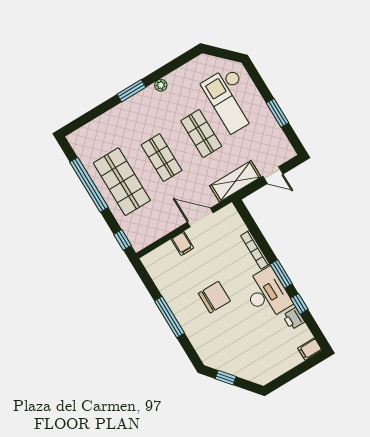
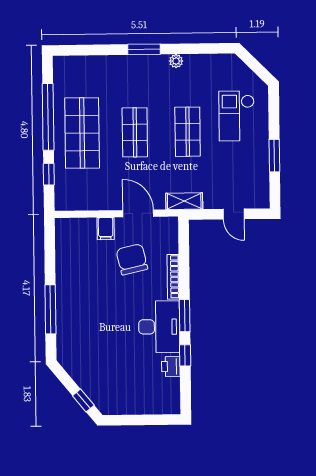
checkout: (231, 100) -> (237, 116), width x0.73, depth x0.83
shelving: (235, 181) -> (184, 201), width x0.67, depth x0.75
window: (123, 240) -> (49, 174), moved
chair: (214, 297) -> (132, 259), moved, turned -103
window: (169, 317) -> (50, 309), moved
filing cabinet: (310, 349) -> (169, 406), removed
window: (226, 378) -> (83, 400), moved

